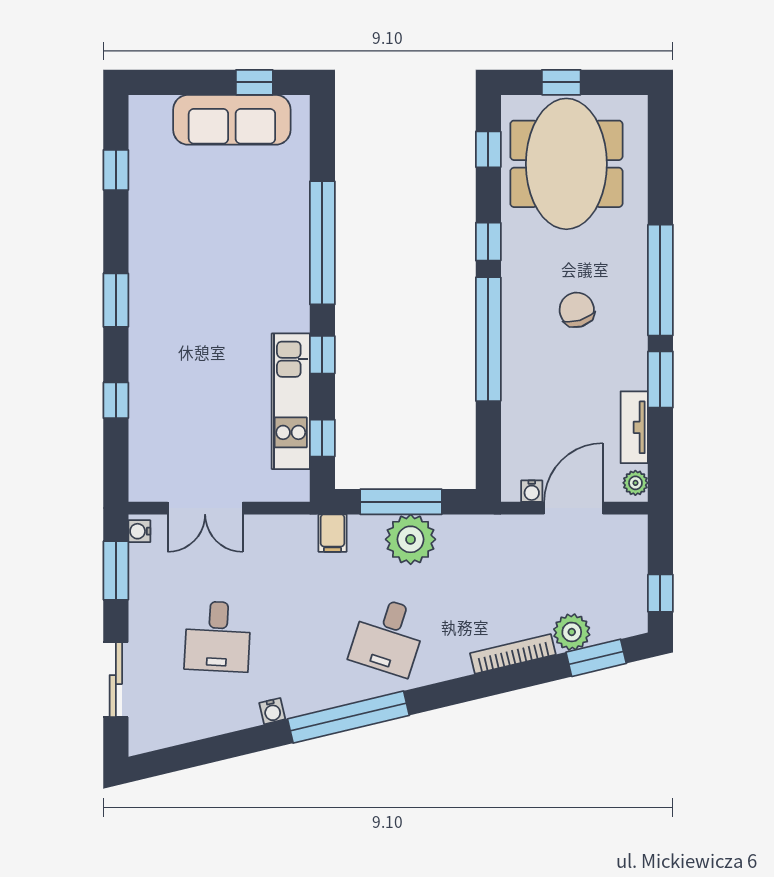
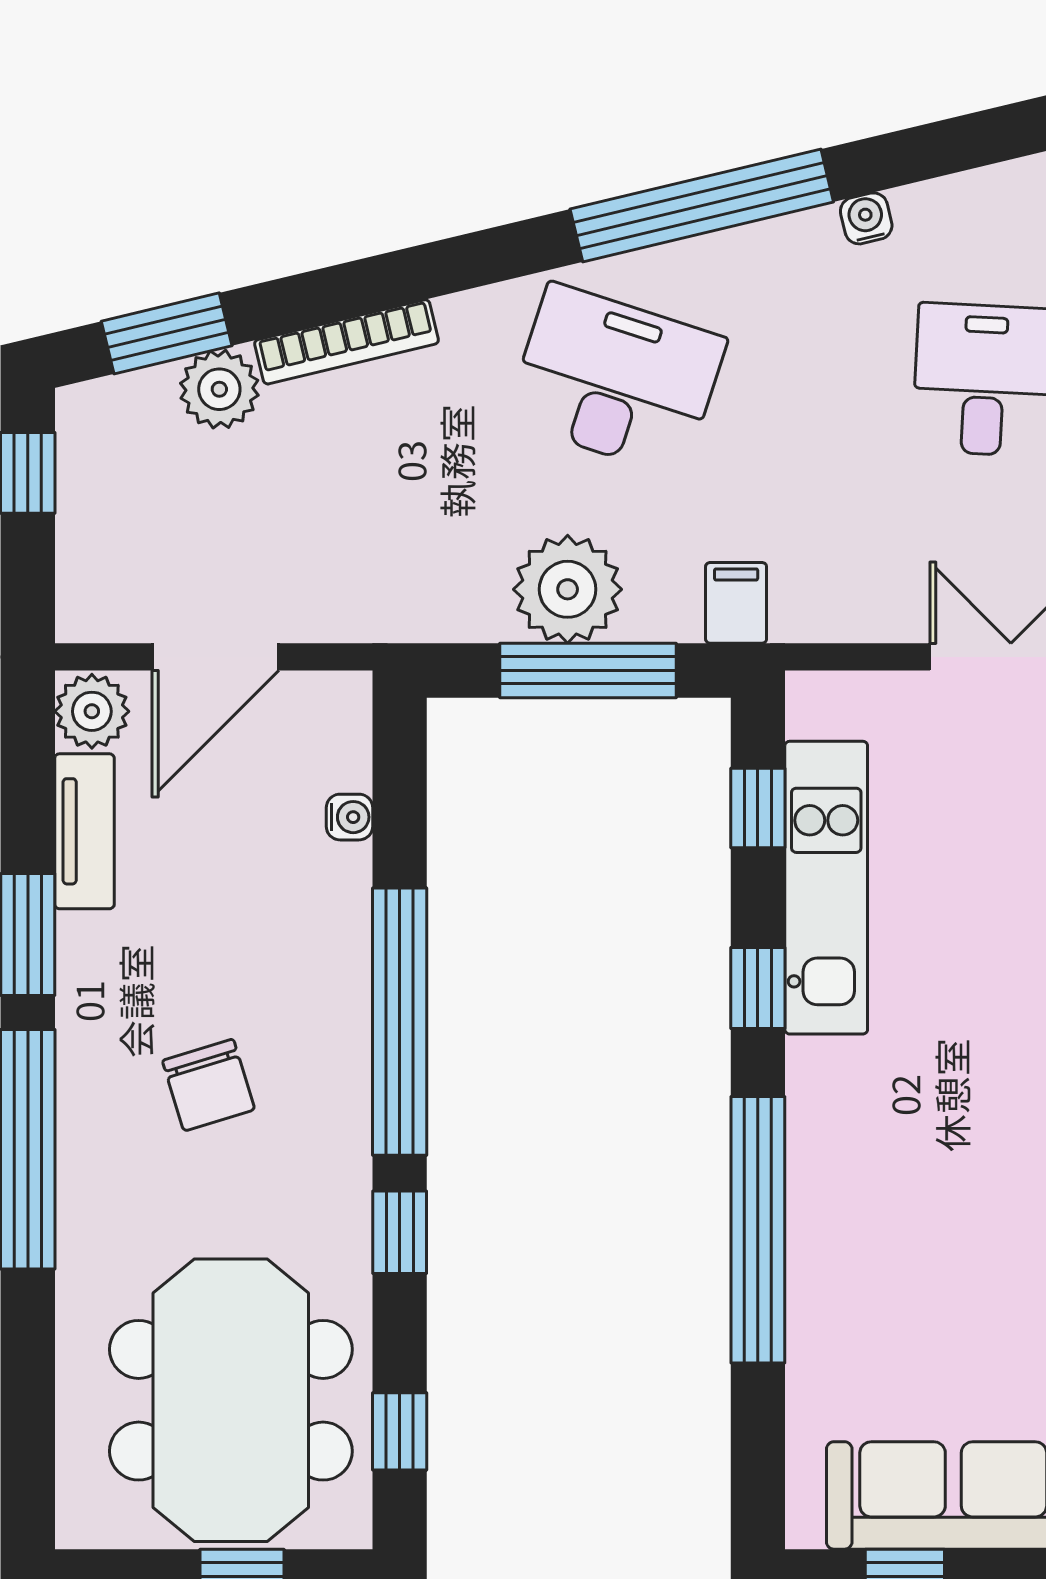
plant: (635, 483) -> (92, 711), width x1.38, depth x1.38
water cooler: (532, 491) -> (349, 817), moved, turned 90
desk: (388, 636) -> (616, 380), width x1.37

